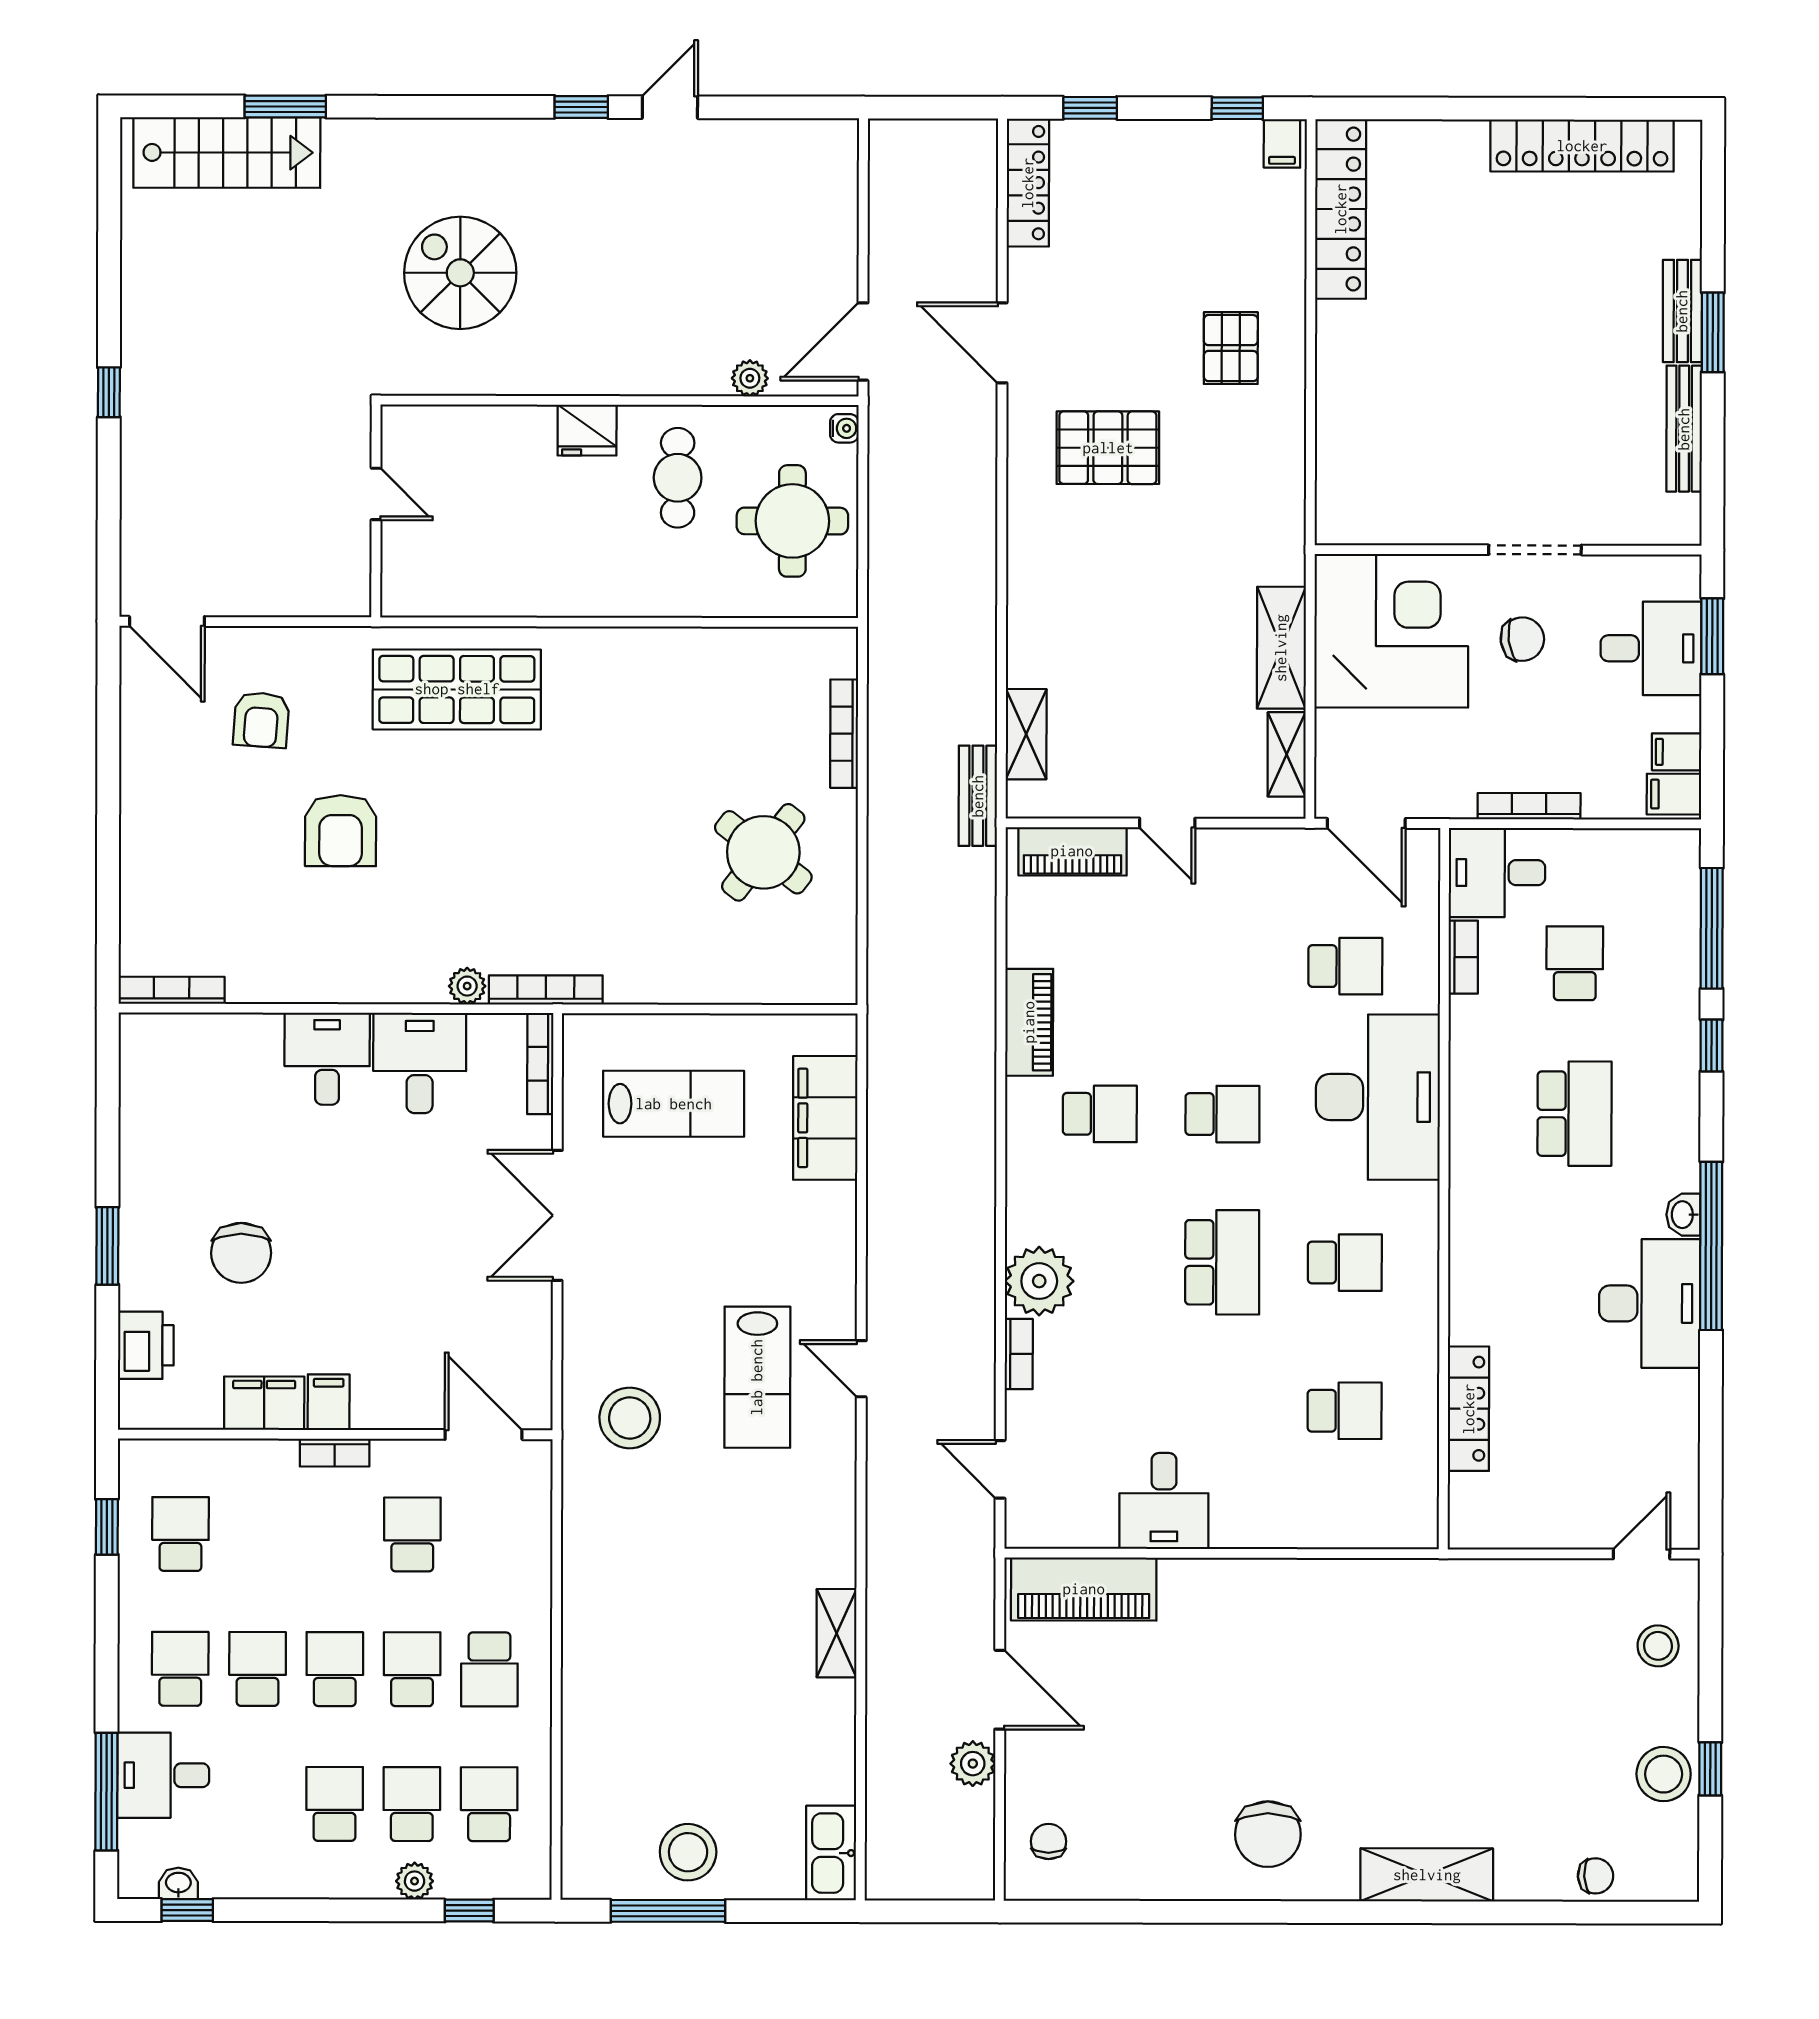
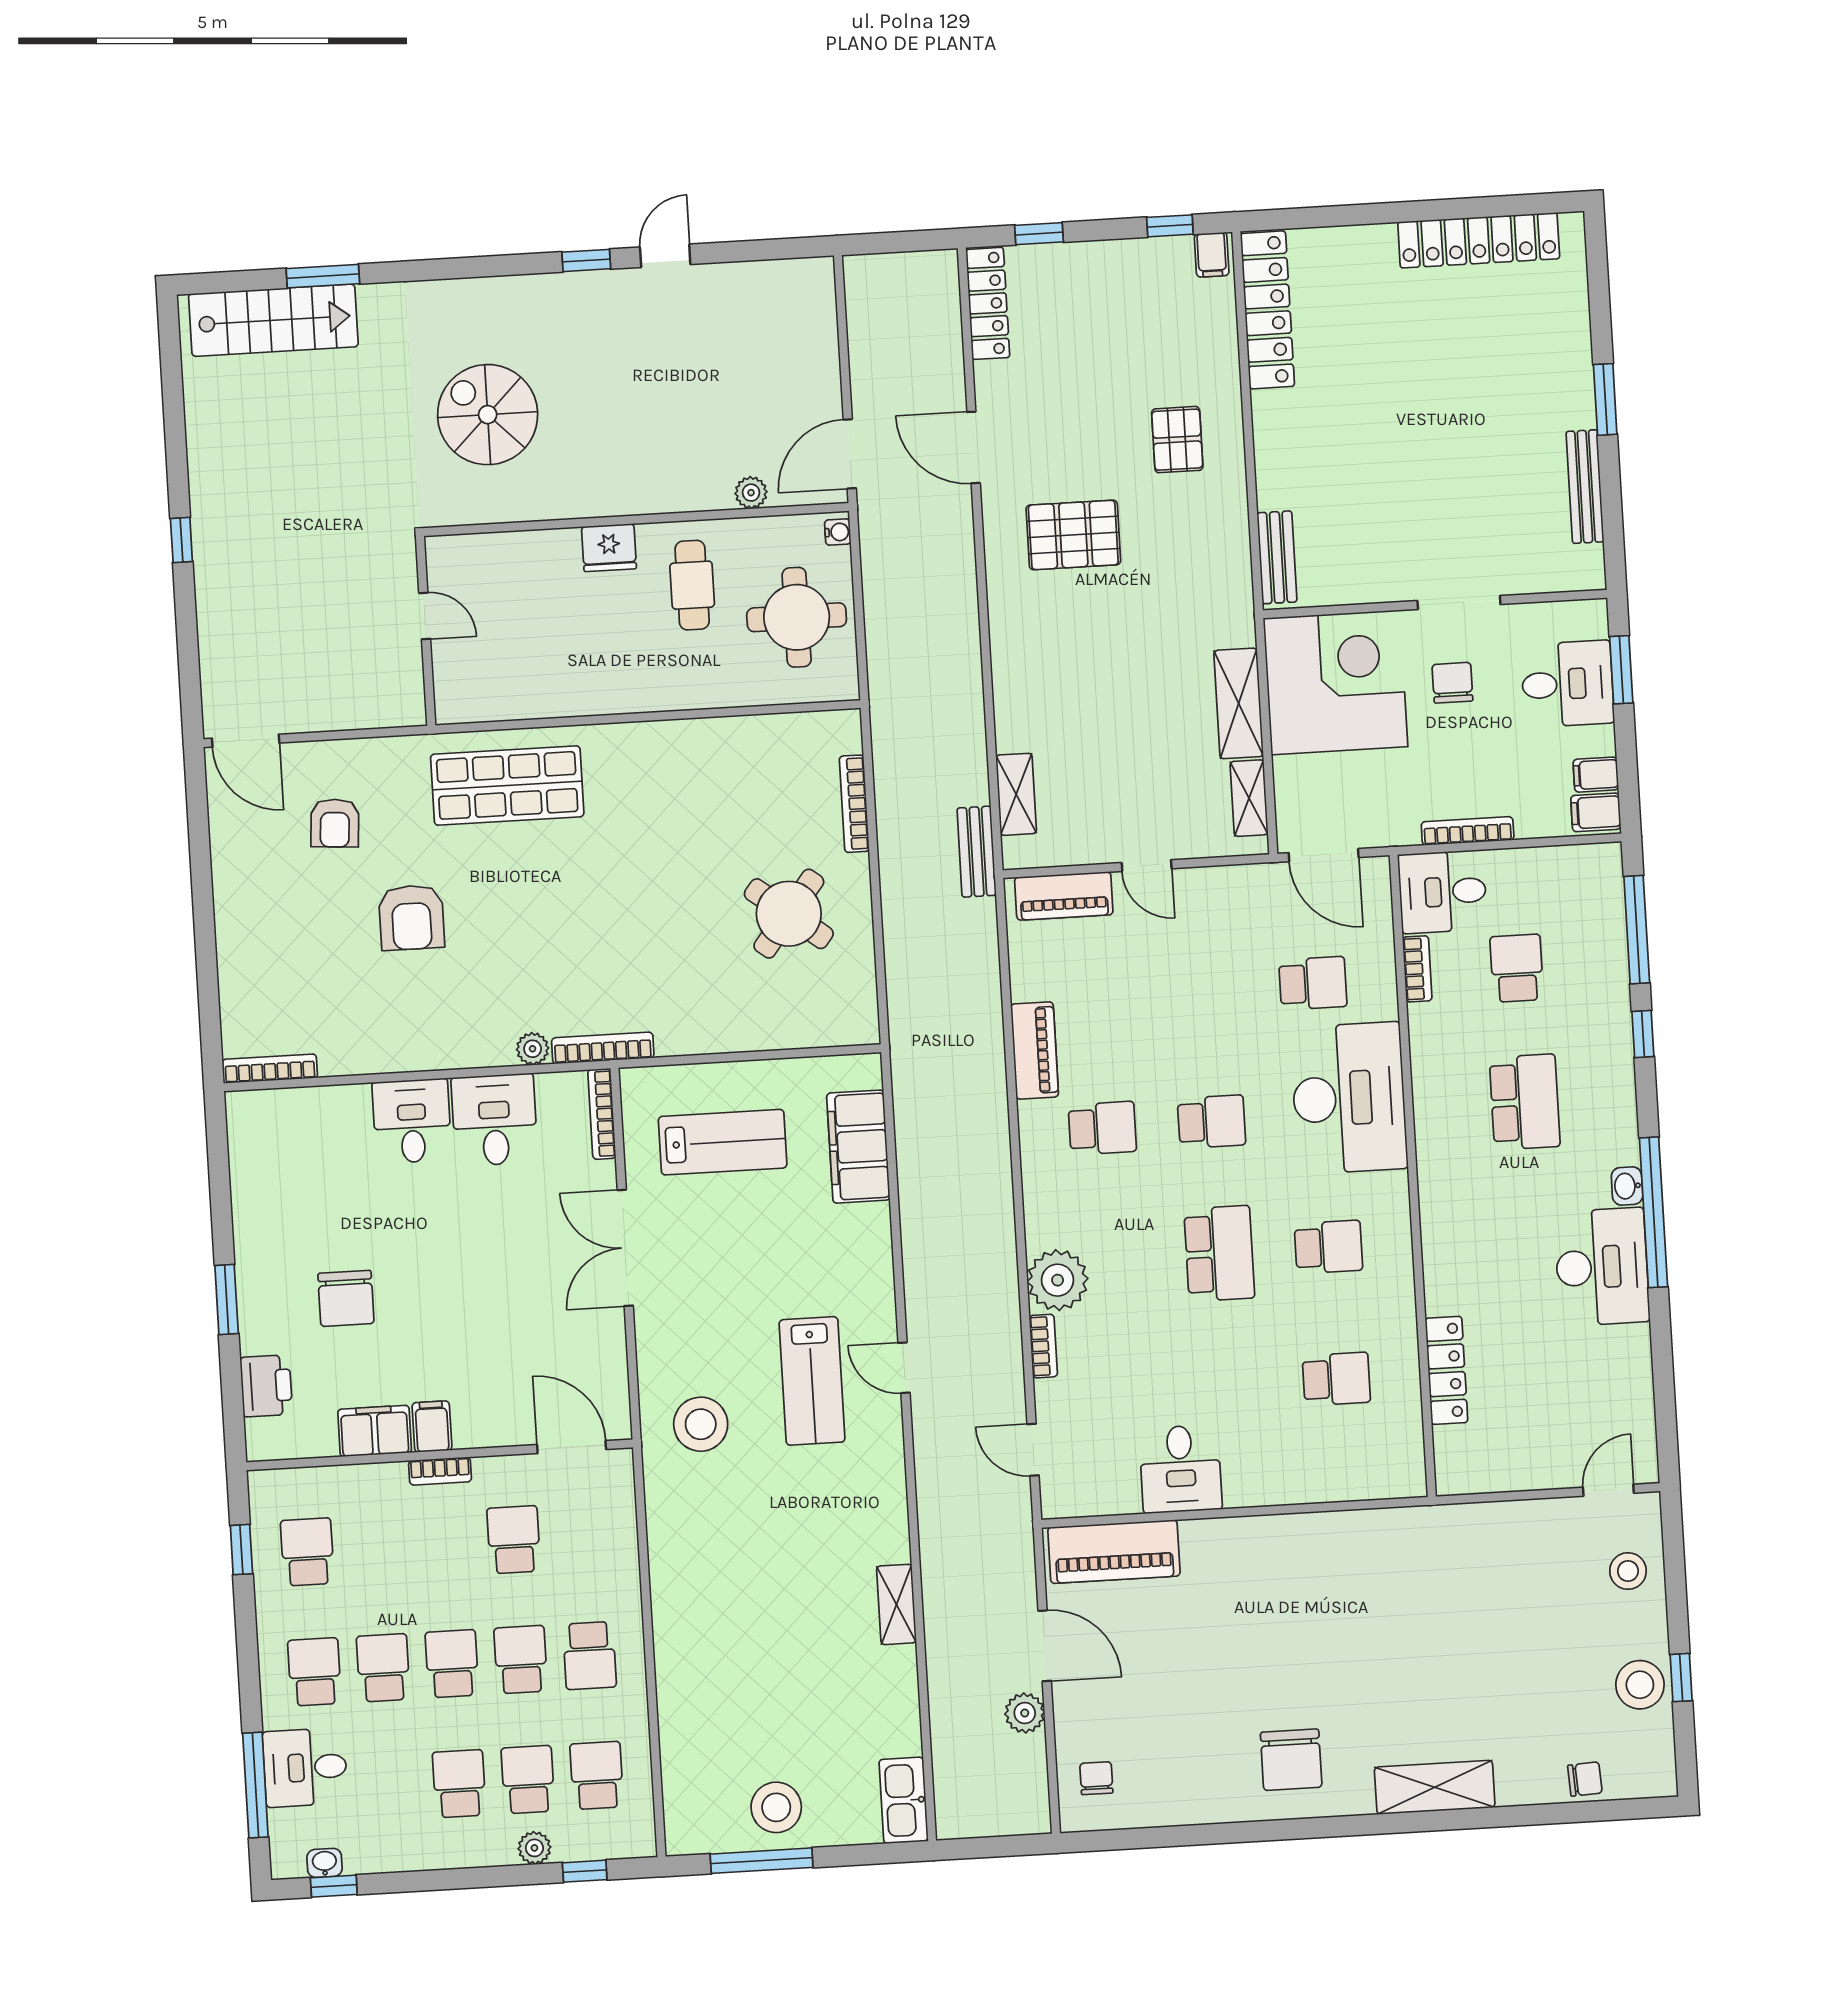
bench: (1682, 311) -> (1277, 557), moved
chair: (1522, 639) -> (1452, 683), turned -82

